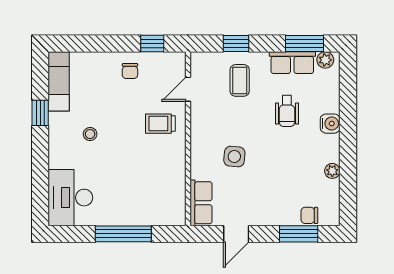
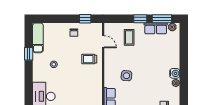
window: (236, 43) -> (140, 19), moved
door: (188, 89) -> (103, 42), swing flipped
wheelchair: (287, 111) -> (153, 53), removed
water cooler: (330, 124) -> (175, 73), moved

